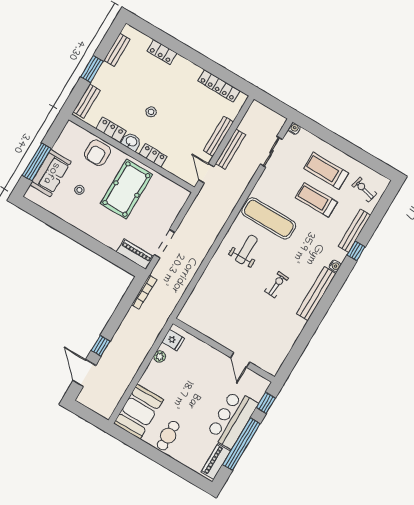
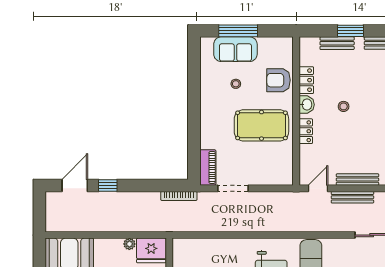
bench: (87, 101) -> (337, 43), moved
fridge: (173, 340) -> (151, 250), width x1.88, depth x1.34

